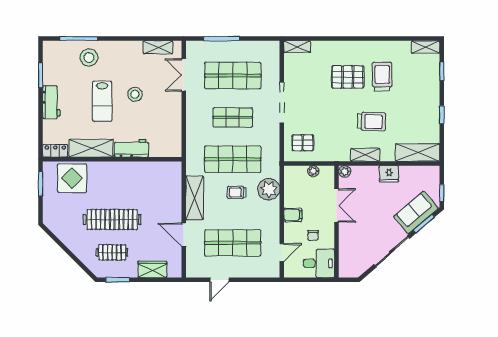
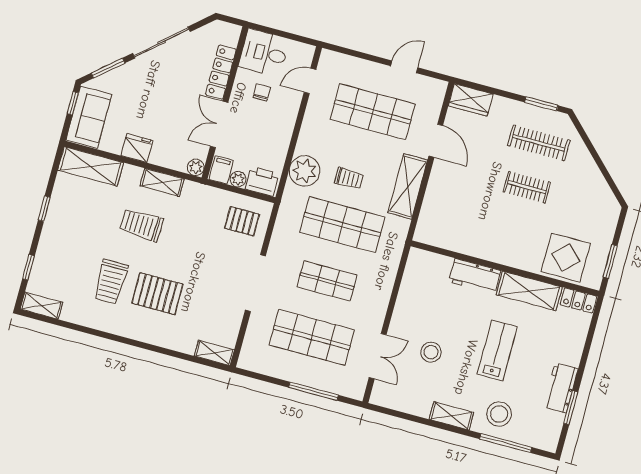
shelving: (158, 47) -> (451, 416), moved
stool: (135, 94) -> (431, 352), moved
workbench: (51, 102) -> (561, 388), moved
printer: (296, 174) -> (262, 181), added
sofa: (416, 212) -> (89, 117), moved, turned -49
filing cabinet: (293, 215) -> (221, 170), moved, turned 90
clothes rail: (112, 220) -> (527, 187), width x0.54, depth x0.76
locker: (345, 242) -> (221, 72), added
clothes rail: (112, 252) -> (539, 143), width x1.36
wardrobe: (152, 269) -> (471, 100), moved

